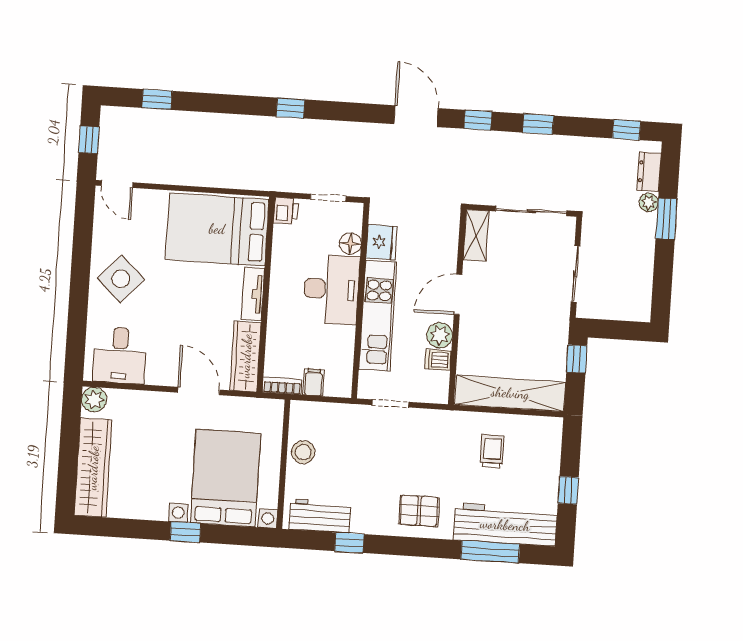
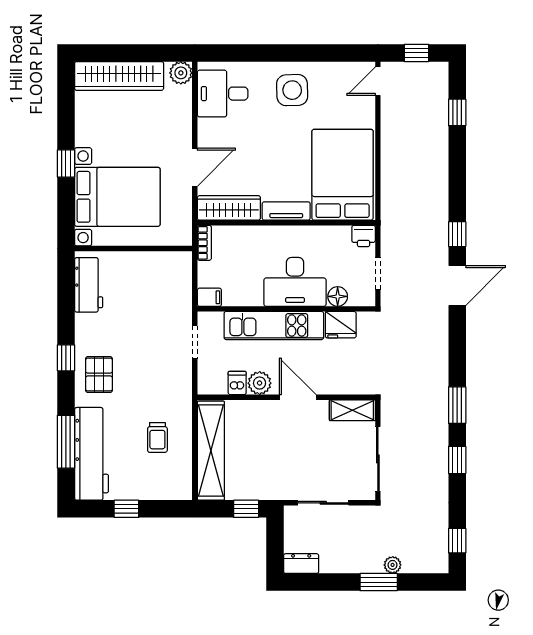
door: (416, 116) -> (457, 285), moved
window: (478, 120) -> (457, 405), width x1.50
dresser: (649, 172) -> (301, 564), moved
side table: (121, 279) -> (292, 90), turned 45
filing cabinet: (313, 382) -> (209, 297), moved
trolley: (492, 451) -> (157, 437), turned 90
stool: (303, 452) -> (145, 266), removed
window: (349, 543) -> (66, 358), moved

